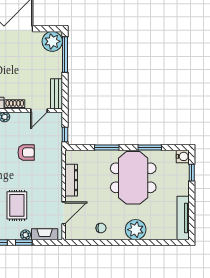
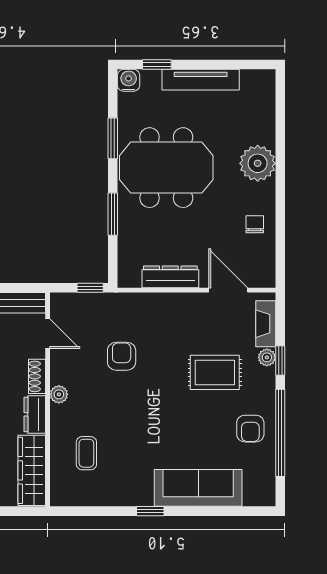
tv unit: (183, 218) -> (201, 80), moved

